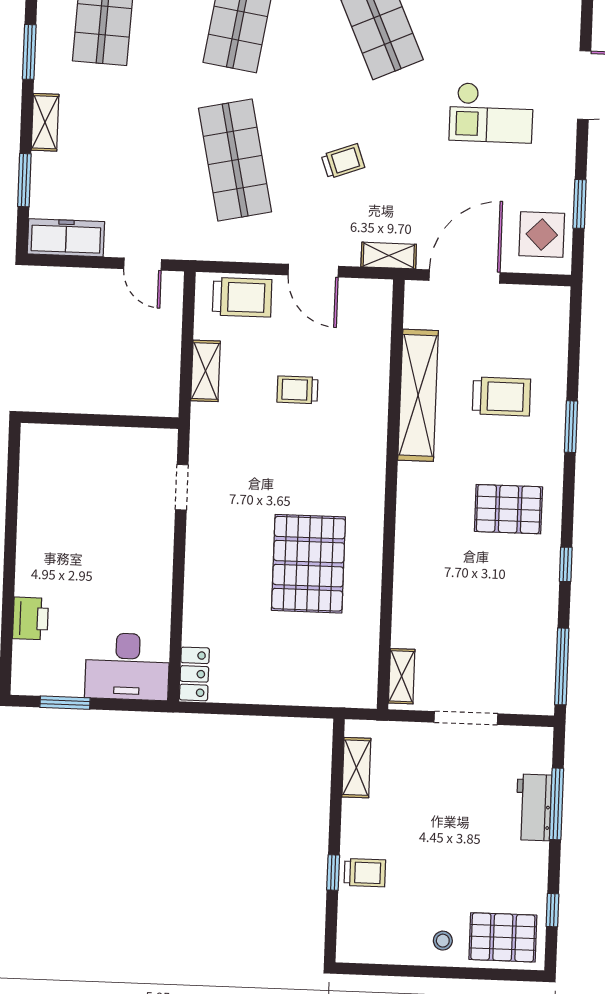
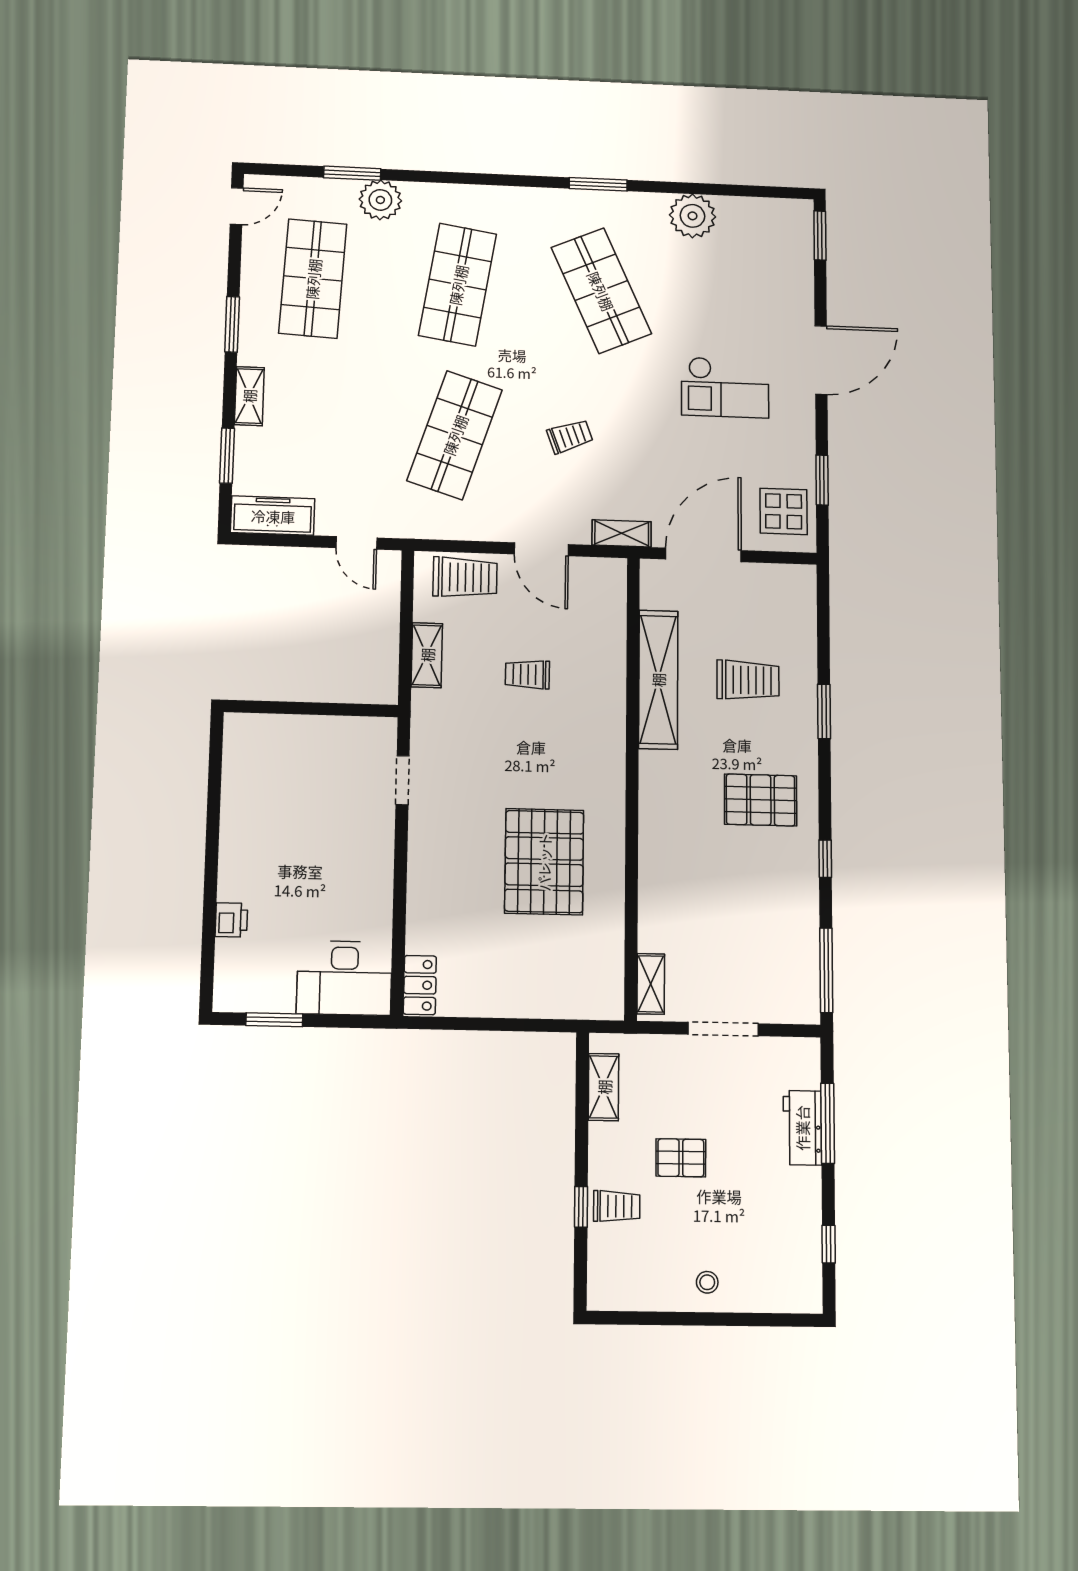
shop shelf: (235, 160) -> (455, 435), turned 30
printer: (31, 618) -> (231, 920), width x0.73, depth x0.81
pallet: (503, 937) -> (681, 1158), moved, width x0.67, depth x0.71

